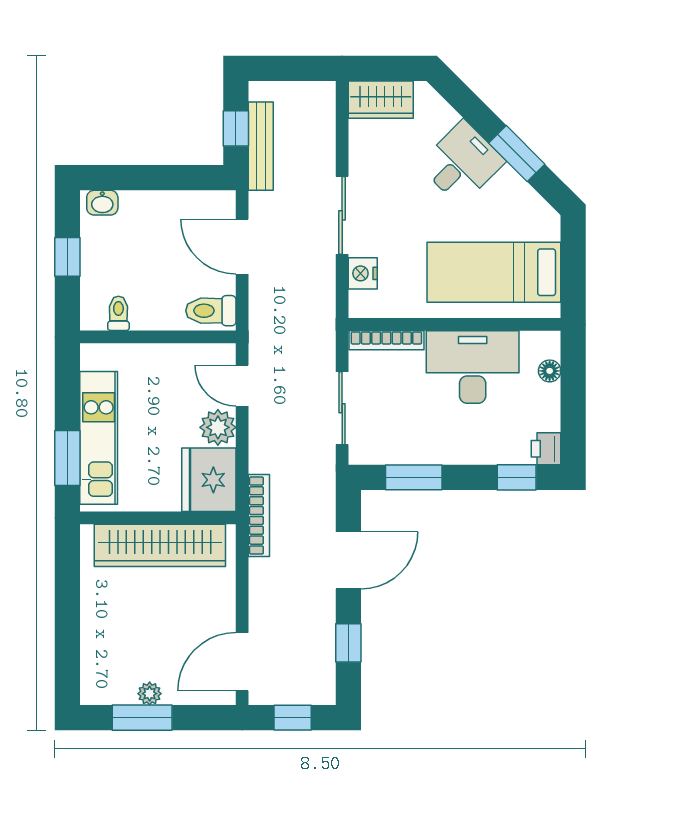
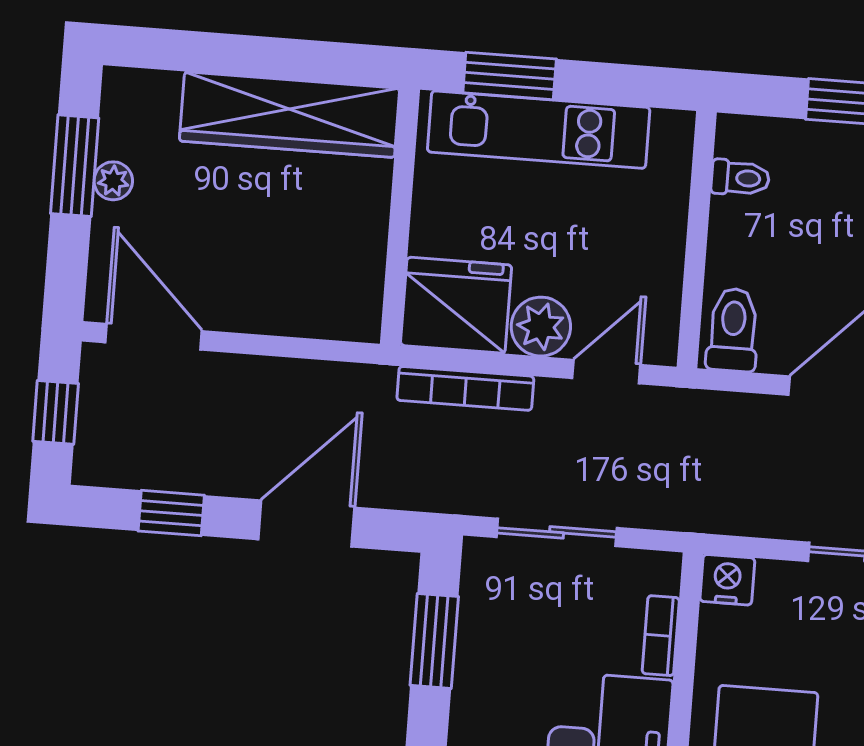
nightstand: (363, 273) -> (727, 580), moved
bookcase: (386, 340) -> (661, 636), width x0.64
bookcase: (259, 515) -> (465, 388), moved
wardrobe: (160, 545) -> (289, 115), moved, turned -90
door: (348, 560) -> (306, 523), swing flipped

